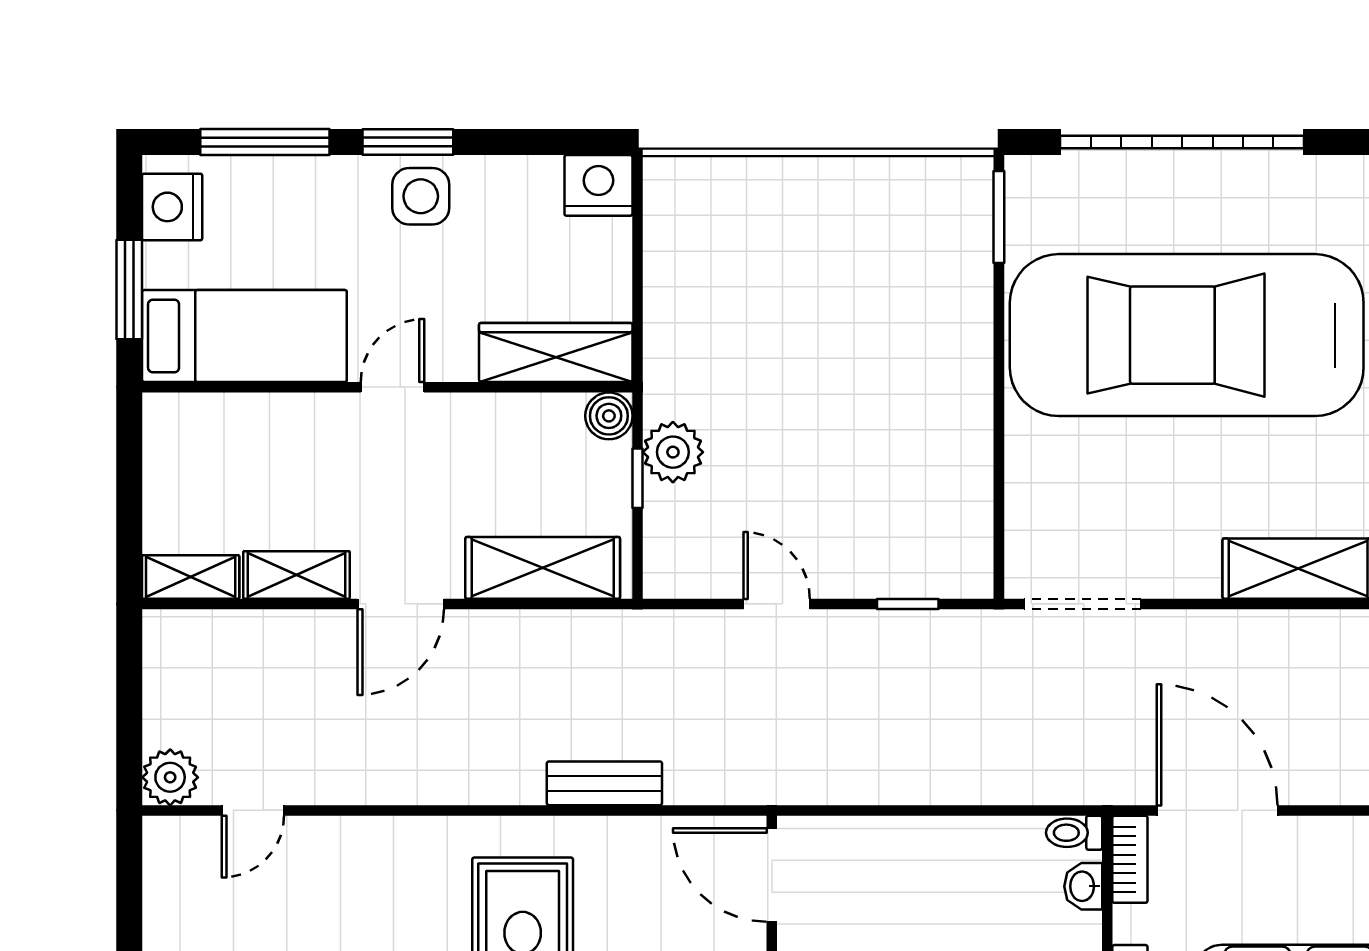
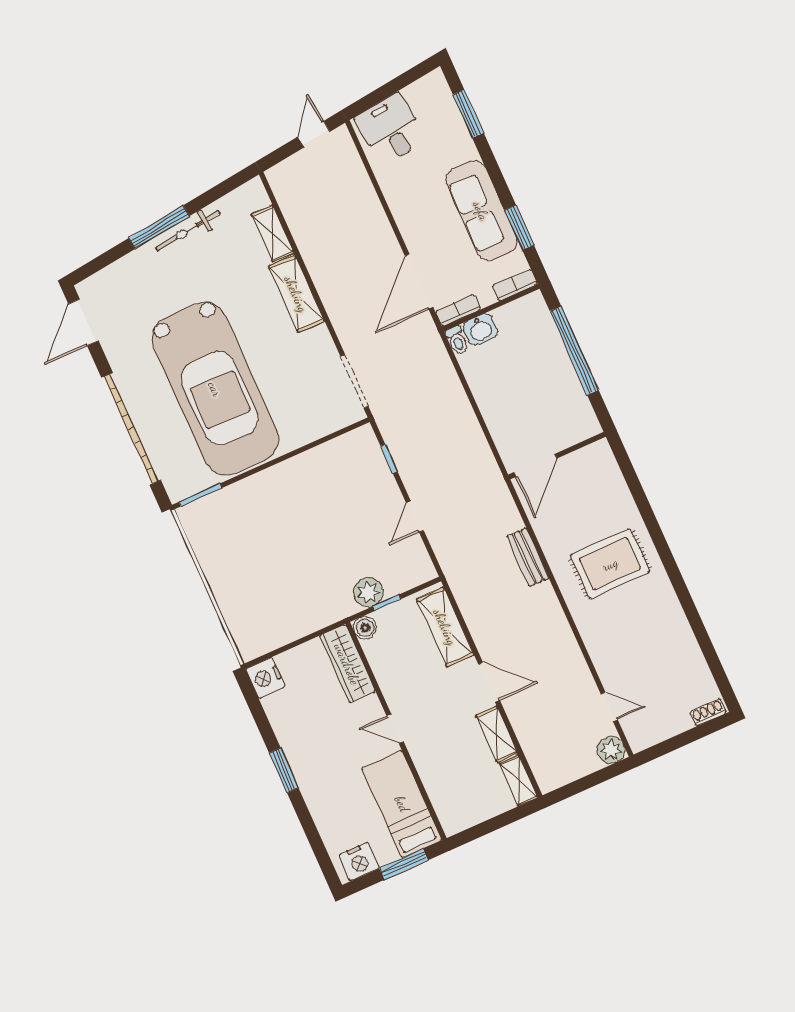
window: (265, 142) -> (312, 833), removed
side table: (421, 196) -> (305, 754), removed
washbasin: (1083, 886) -> (481, 329), width x1.38, depth x1.45

